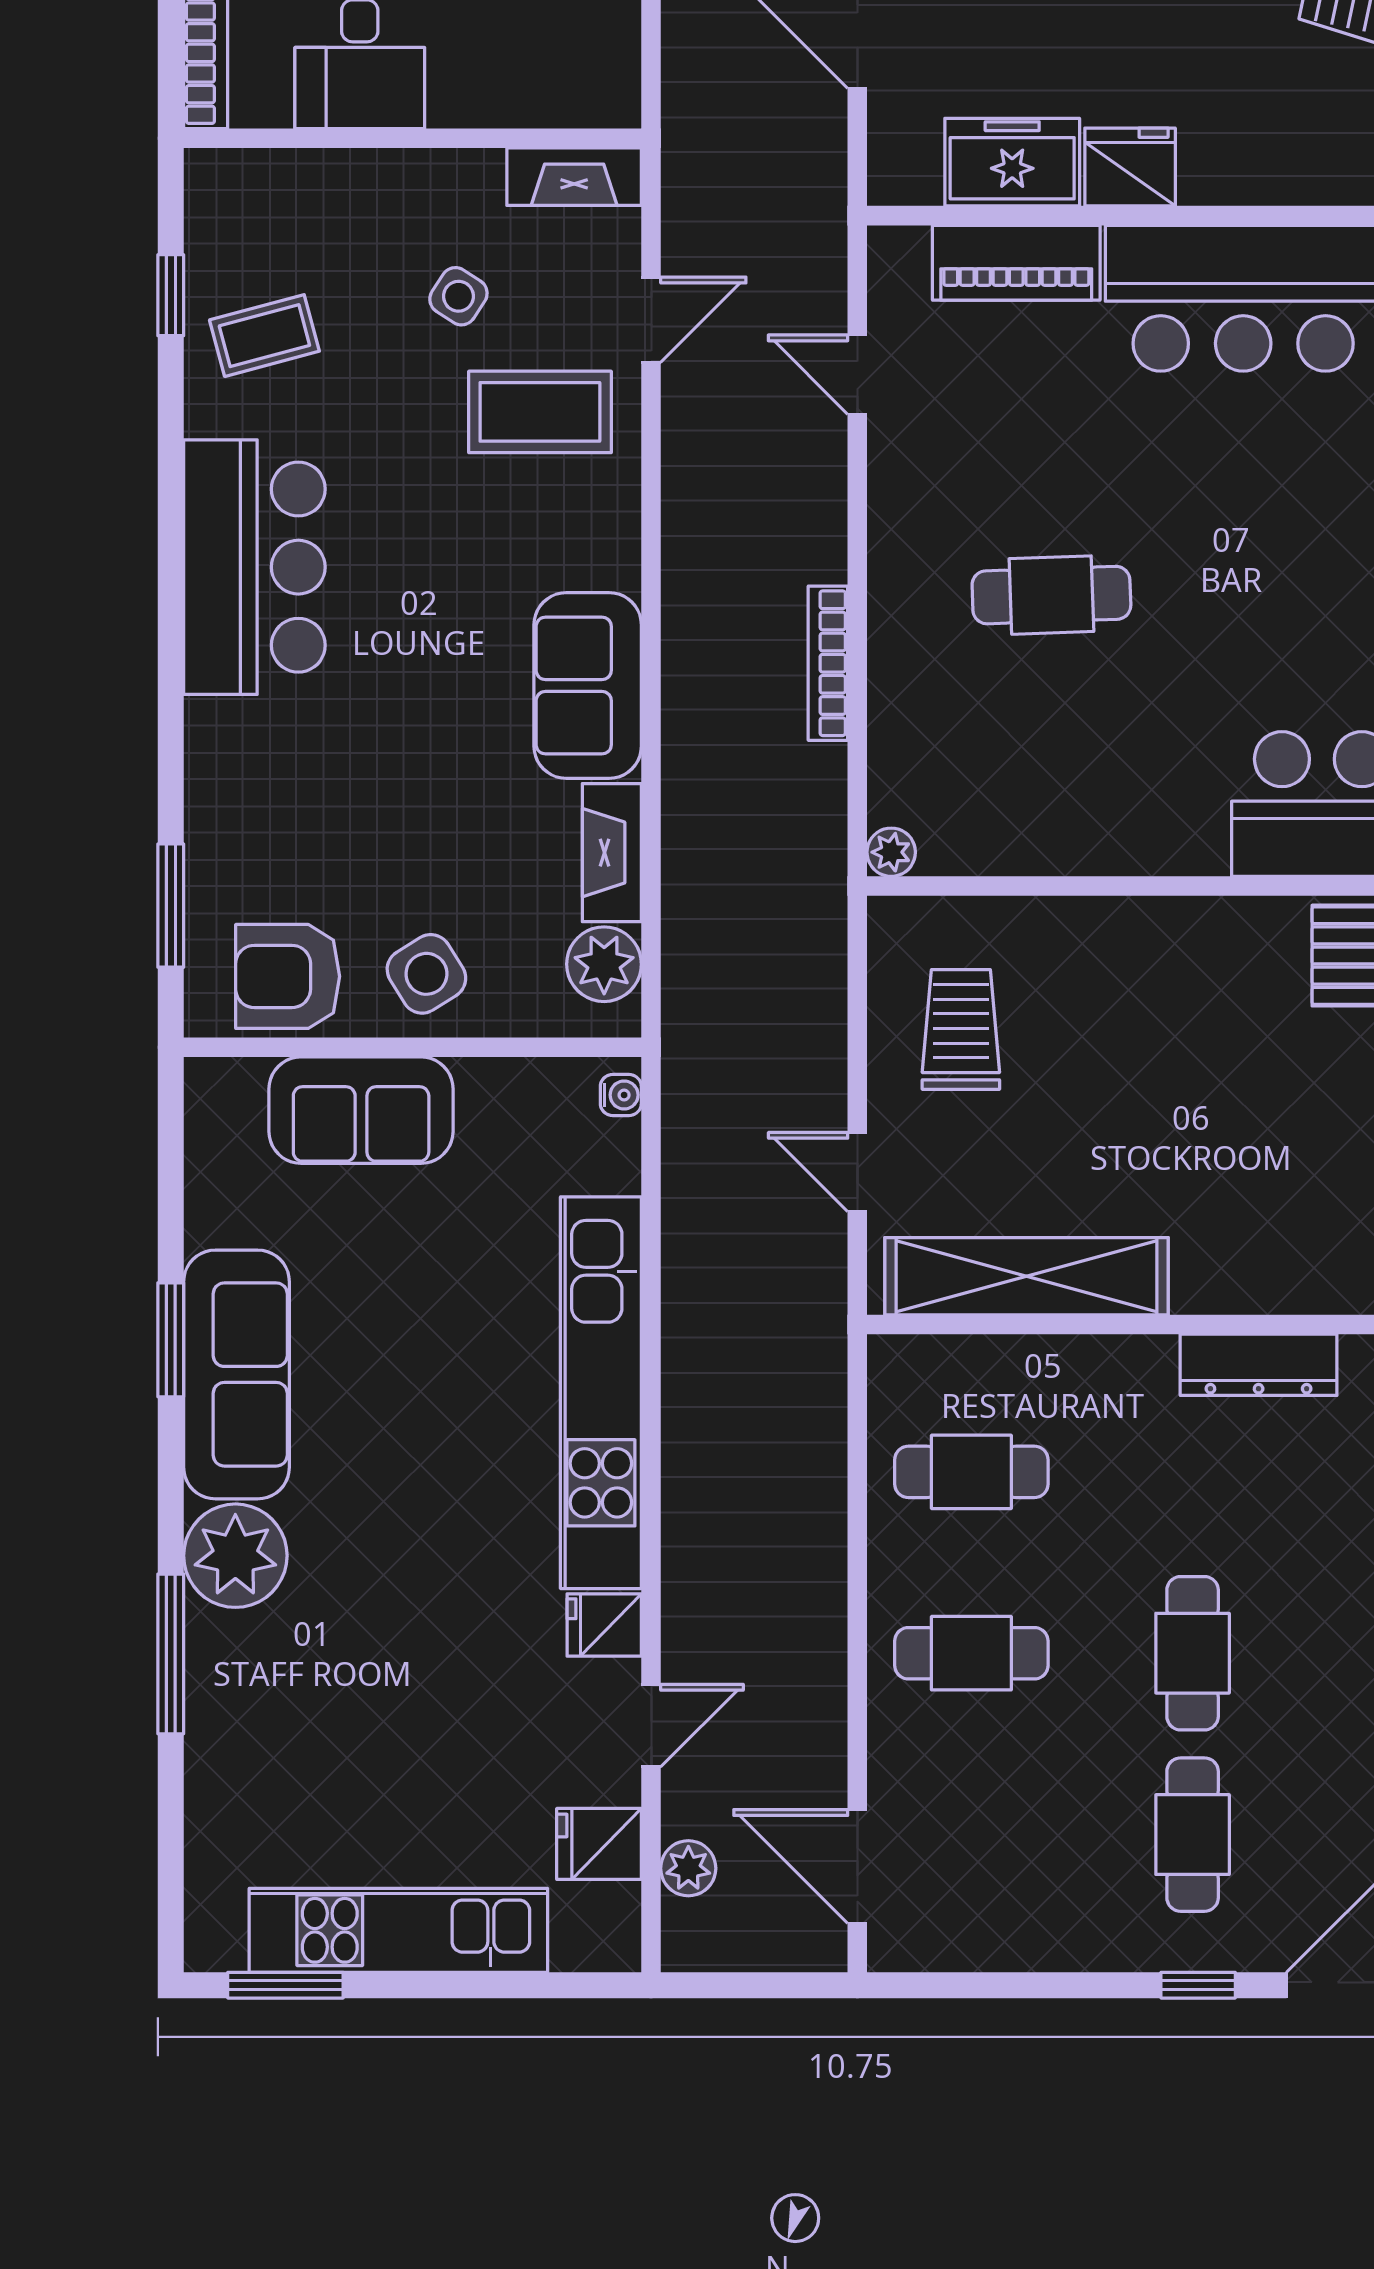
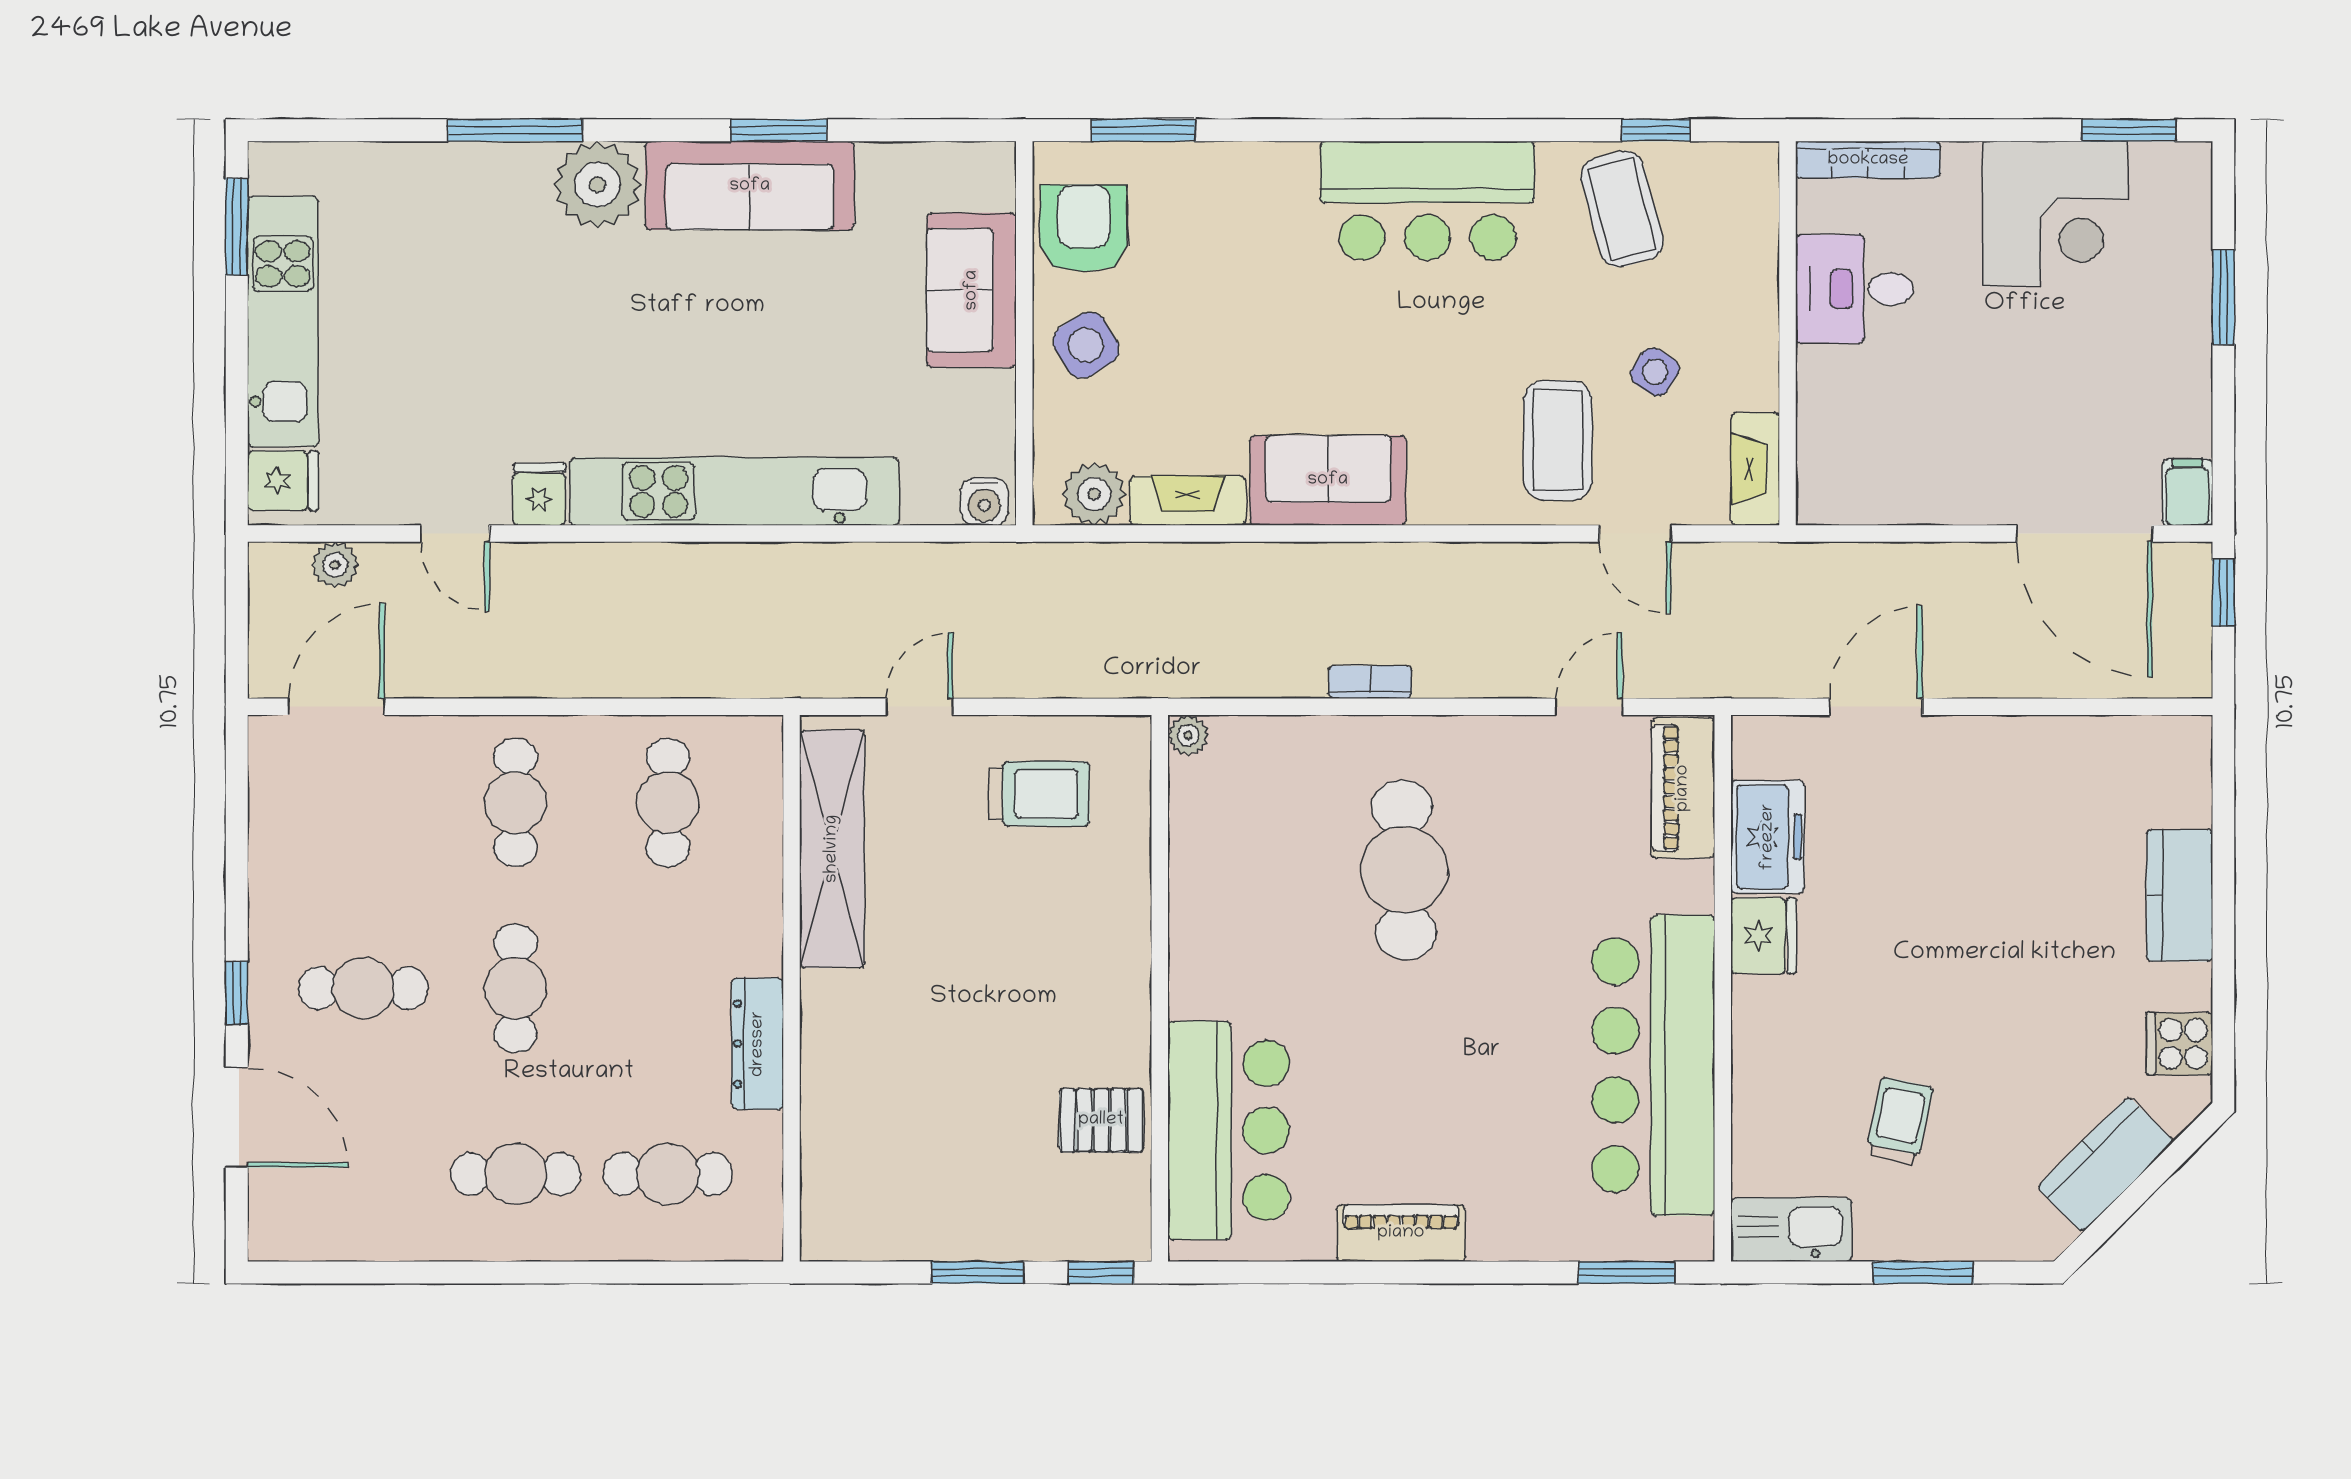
piano: (1016, 263) -> (1683, 788), moved
coffee table: (264, 336) -> (1622, 209), width x1.36, depth x1.30
cafe table: (1051, 595) -> (1404, 870), width x1.37, depth x1.35
bookcase: (828, 663) -> (1370, 682), width x0.64
water cooler: (621, 1095) -> (984, 502), width x1.38, depth x1.38
cafe table: (1193, 1653) -> (516, 988), turned 90
fridge: (599, 1844) -> (283, 481), moved, turned 90

